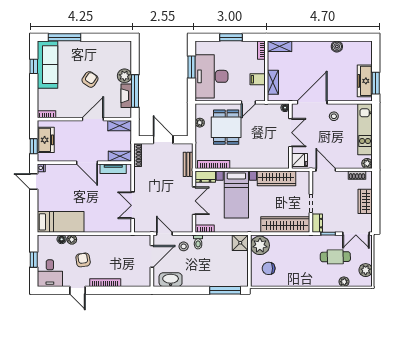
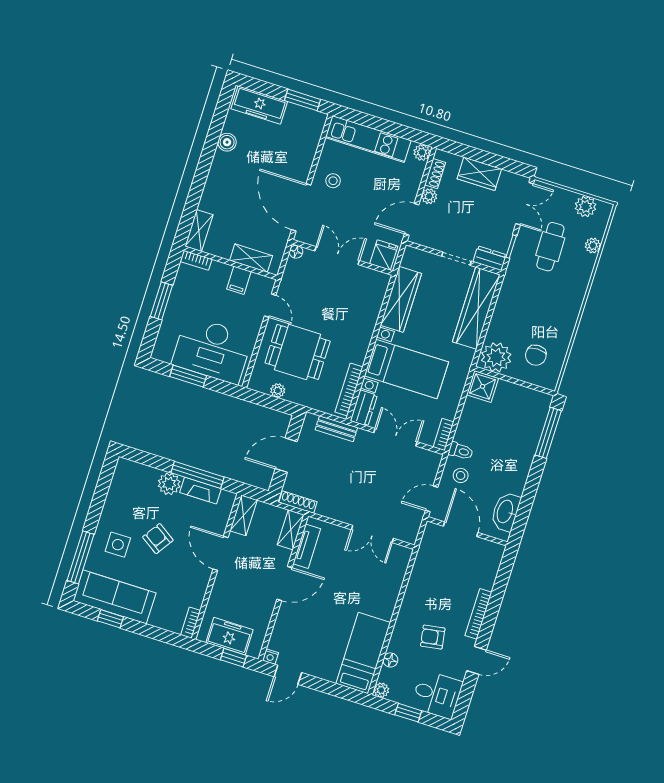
side table: (79, 57) -> (118, 545), added
freezer: (365, 81) -> (259, 105), moved
plant: (343, 176) -> (429, 196), added
plant: (72, 240) -> (381, 690), moved

